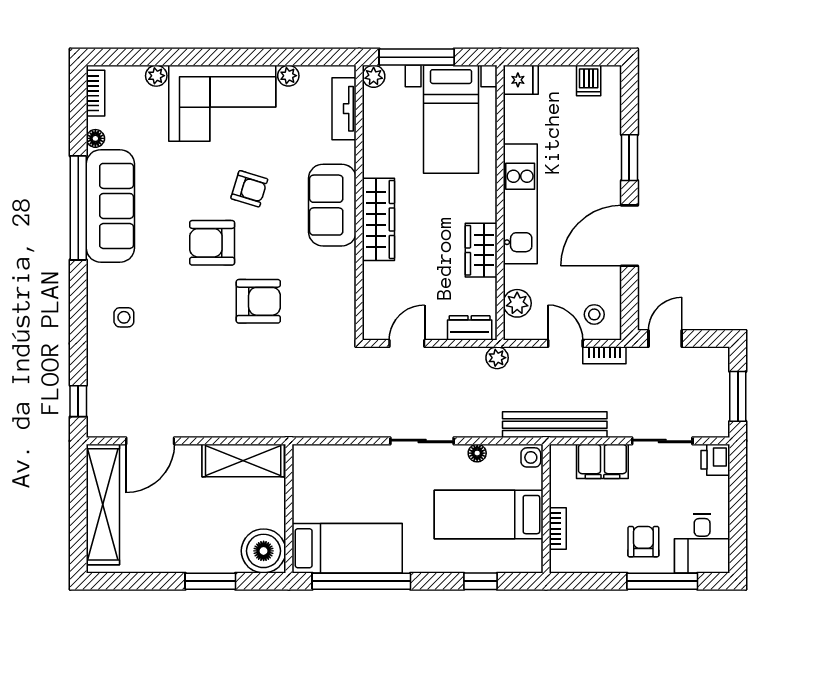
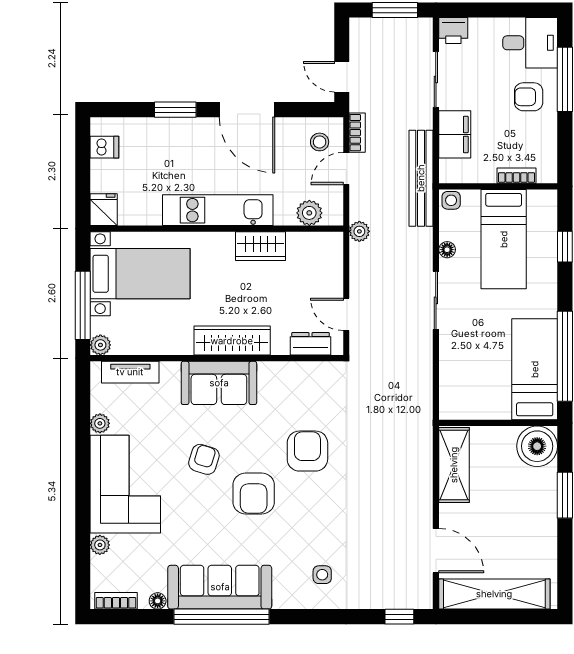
dresser: (470, 328) -> (311, 344), moved, turned 90

